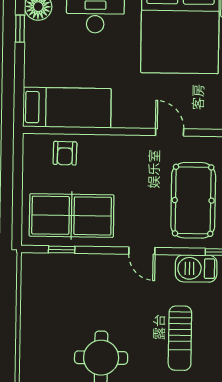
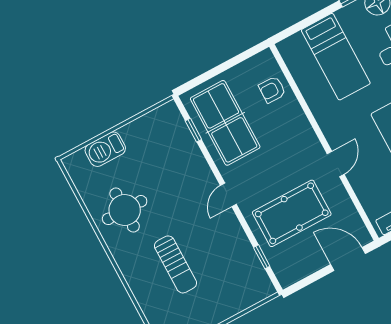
bed: (67, 108) -> (336, 57), moved
barbecue: (196, 268) -> (105, 149), moved, turned -90
sun lounger: (180, 338) -> (176, 264), turned -90

